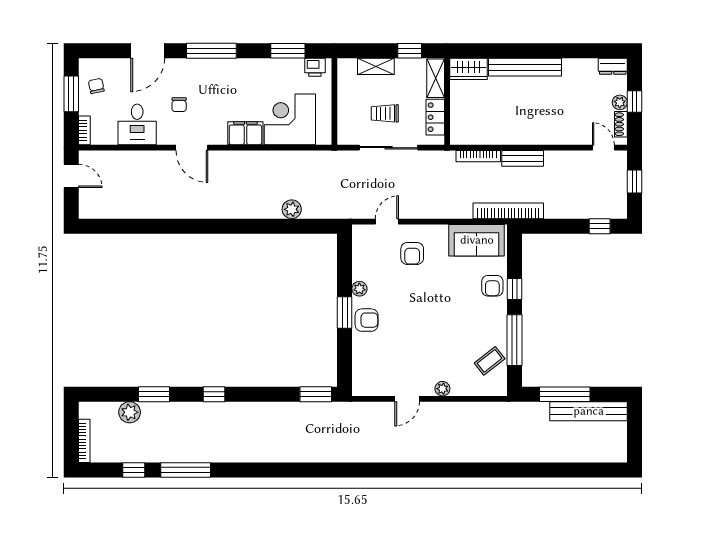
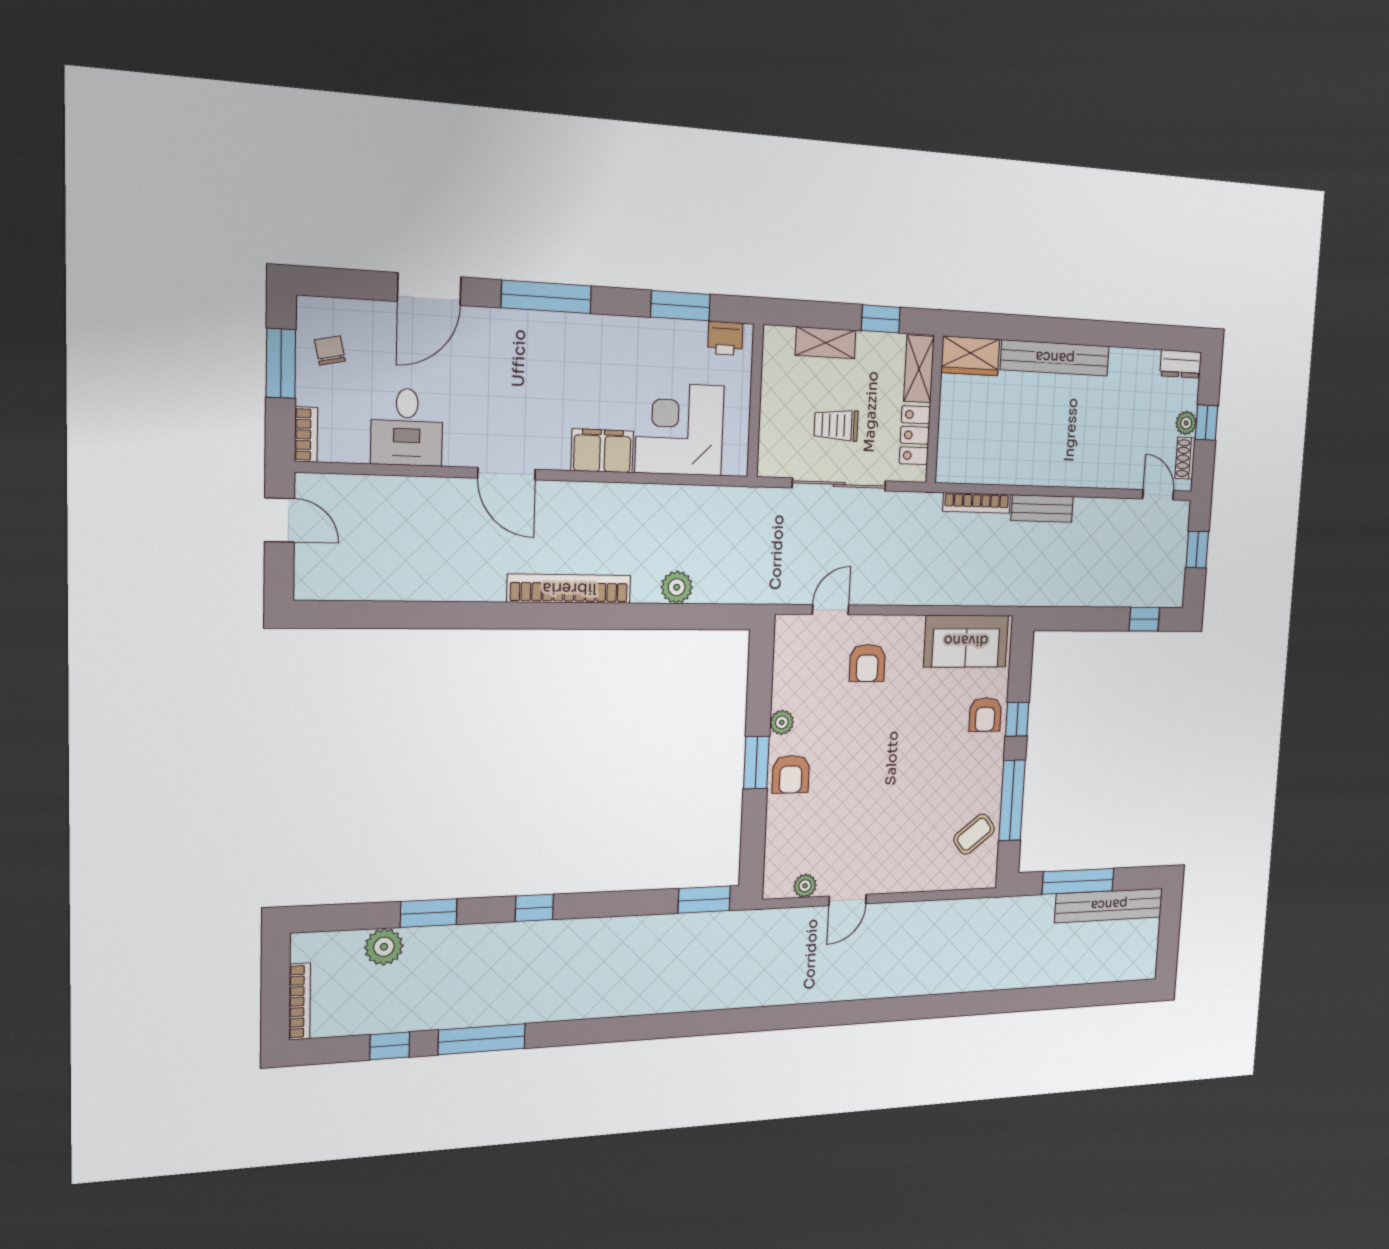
chair: (179, 105) -> (485, 394), removed
bookcase: (508, 211) -> (569, 589), moved
armchair: (367, 320) -> (791, 774), turned 90
plant: (442, 389) -> (805, 886), moved

